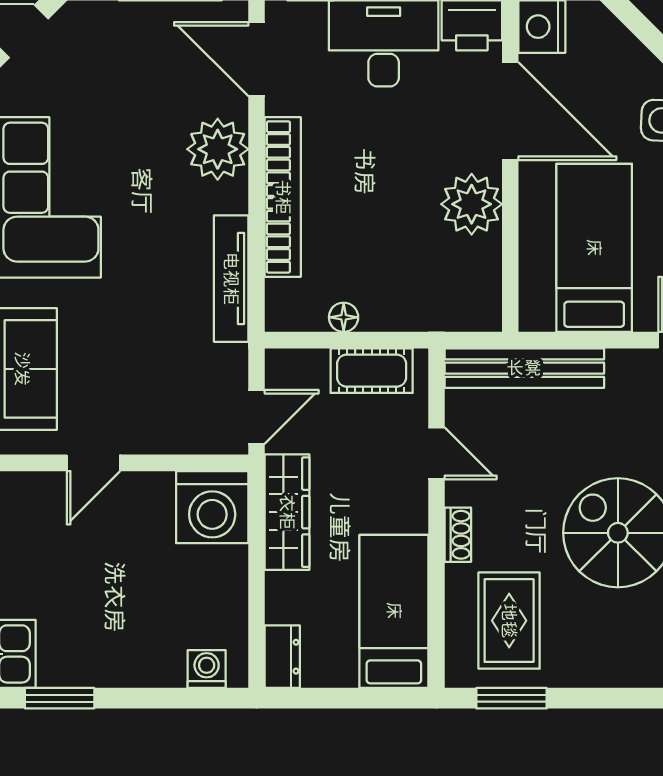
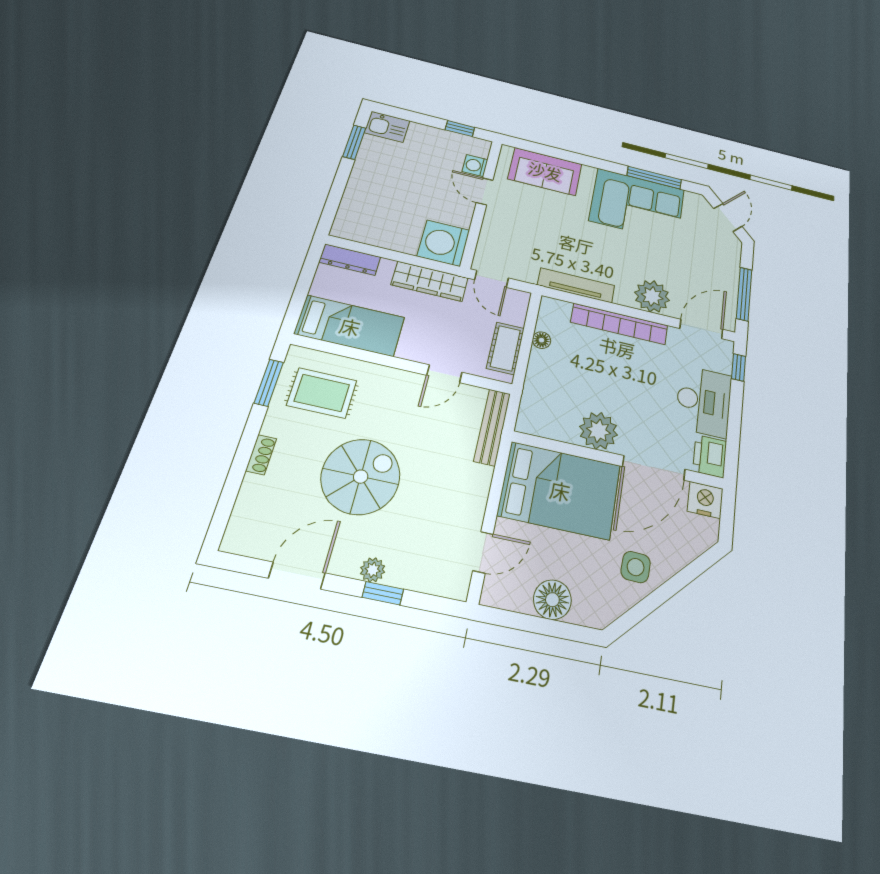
bed: (594, 248) -> (560, 490), width x1.50
bench: (524, 368) -> (492, 427), width x0.73, depth x0.82
shoe rack: (458, 535) -> (261, 455), moved, turned -90
dresser: (282, 657) -> (350, 260), width x1.44
washing machine: (207, 669) -> (475, 166), moved, turned 180

